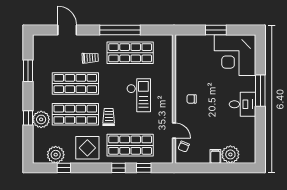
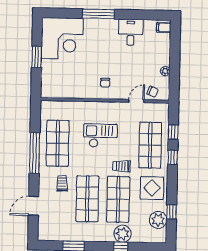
desk: (242, 104) -> (131, 32), moved
plant: (230, 154) -> (165, 71), moved, width x0.53, depth x0.53
filing cabinet: (215, 156) -> (164, 27), moved

